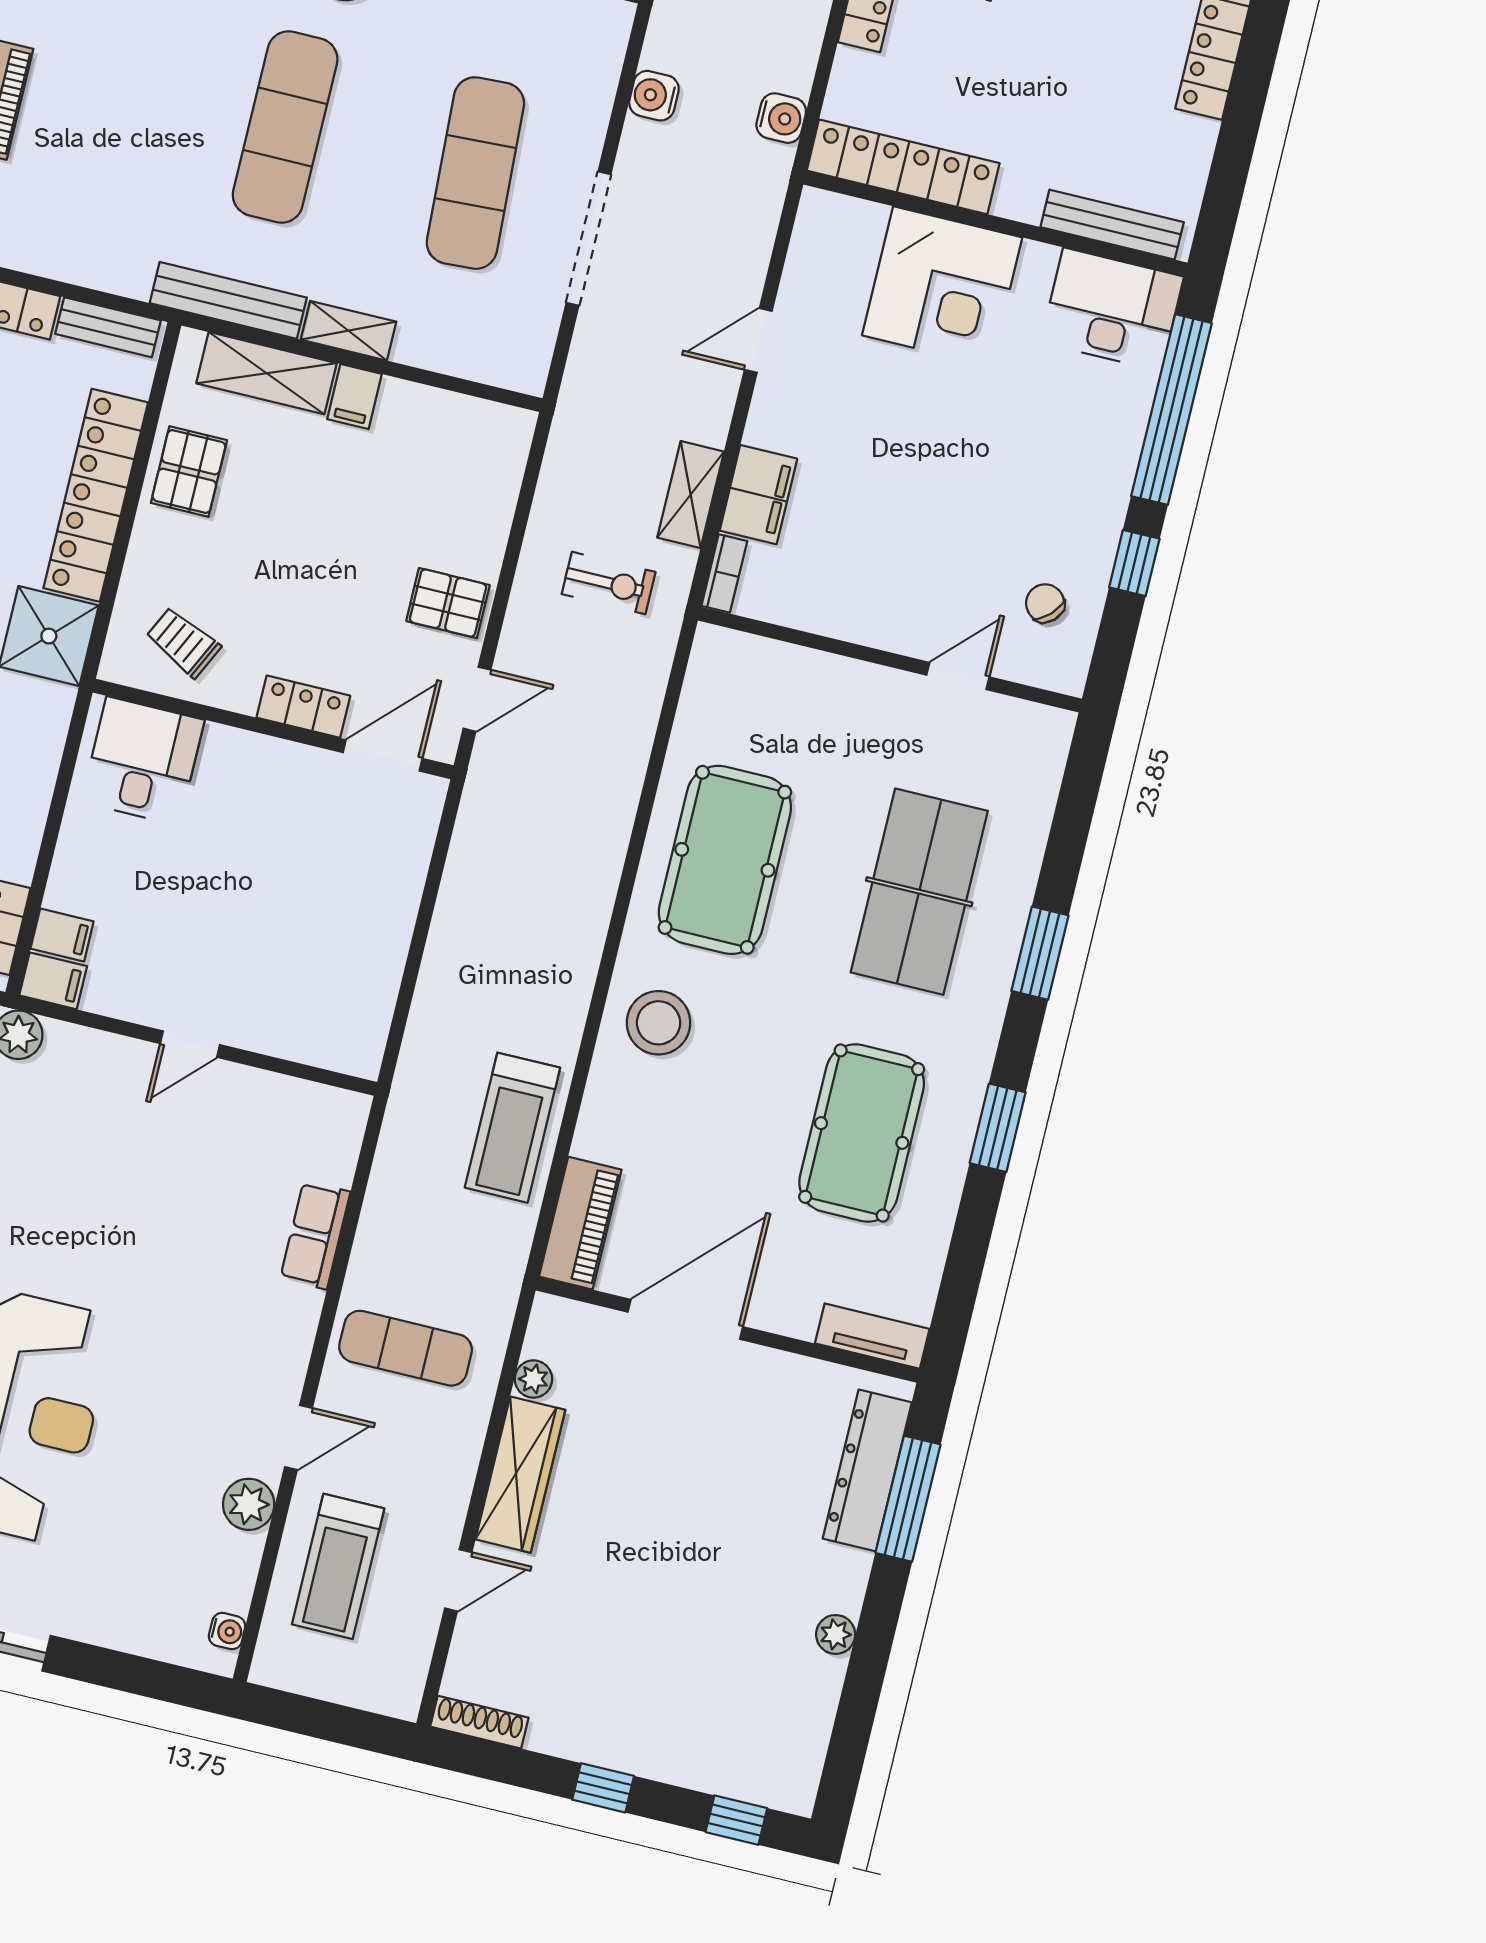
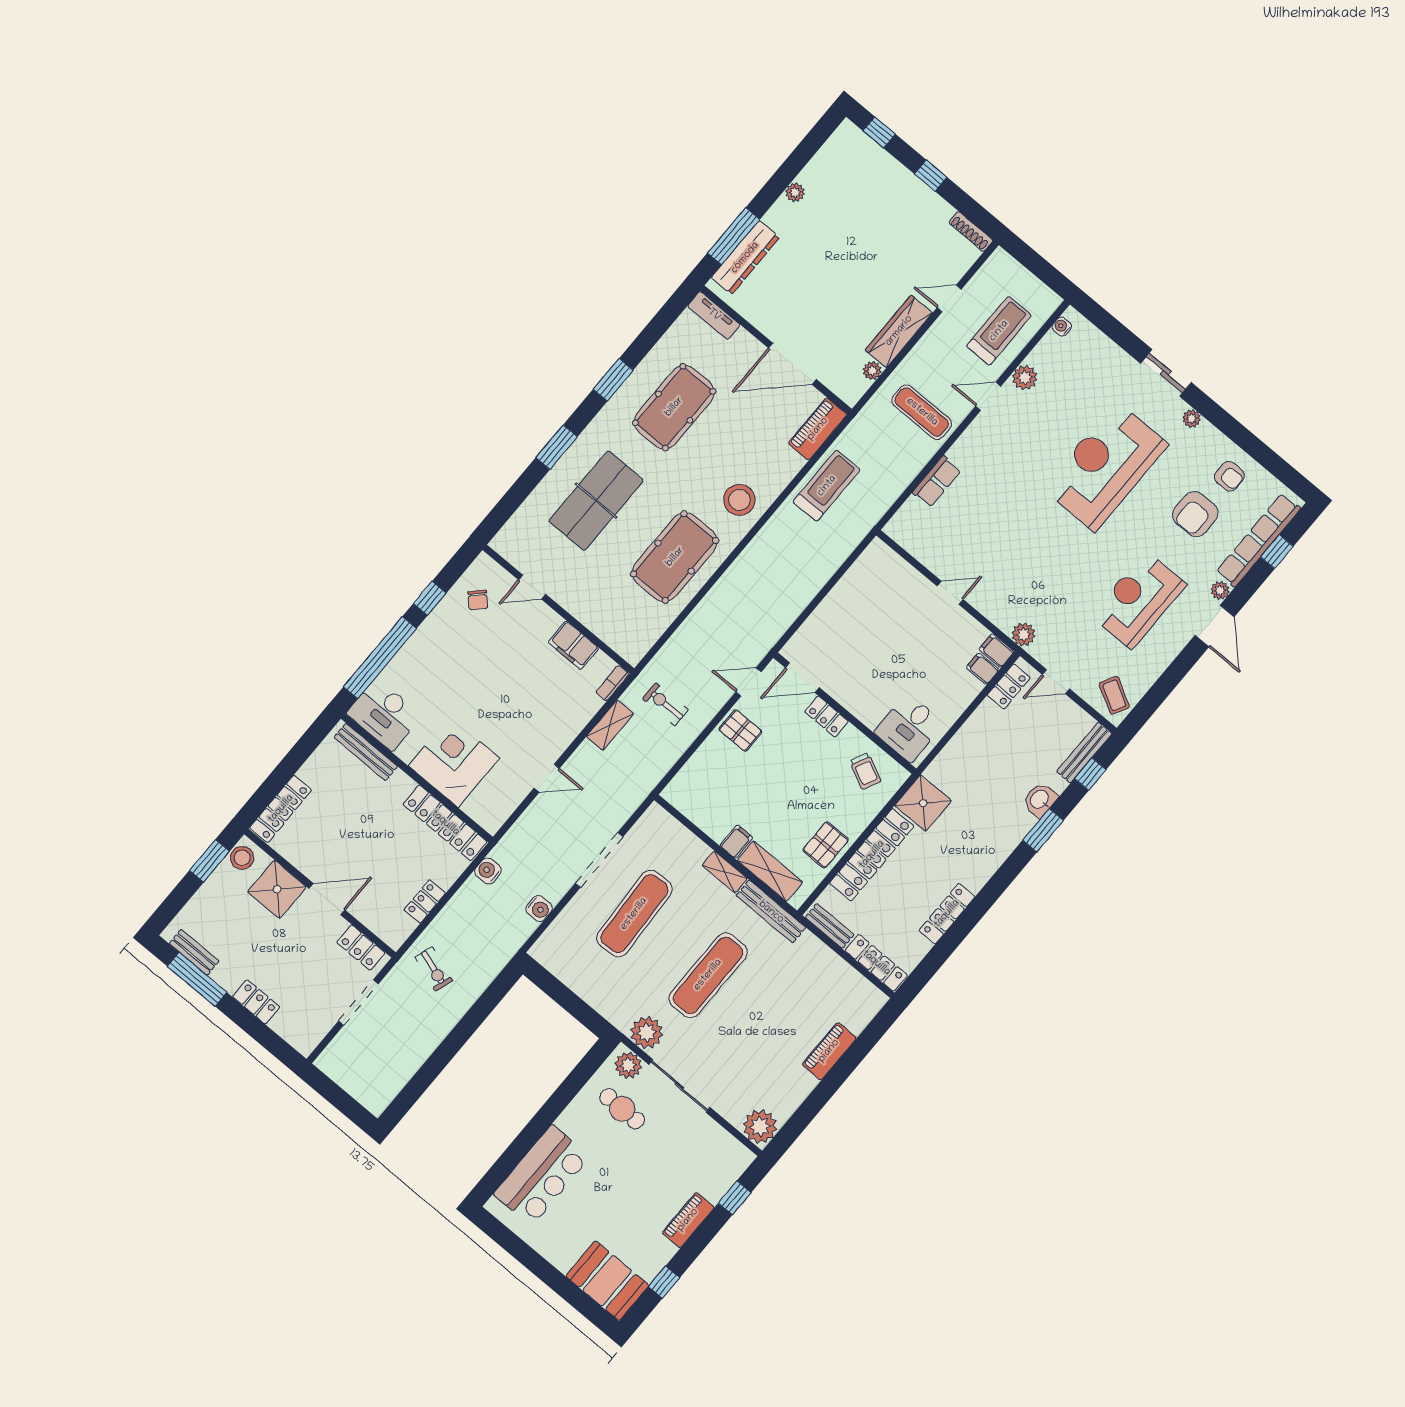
filing cabinet: (758, 495) -> (574, 645), moved, turned -90

